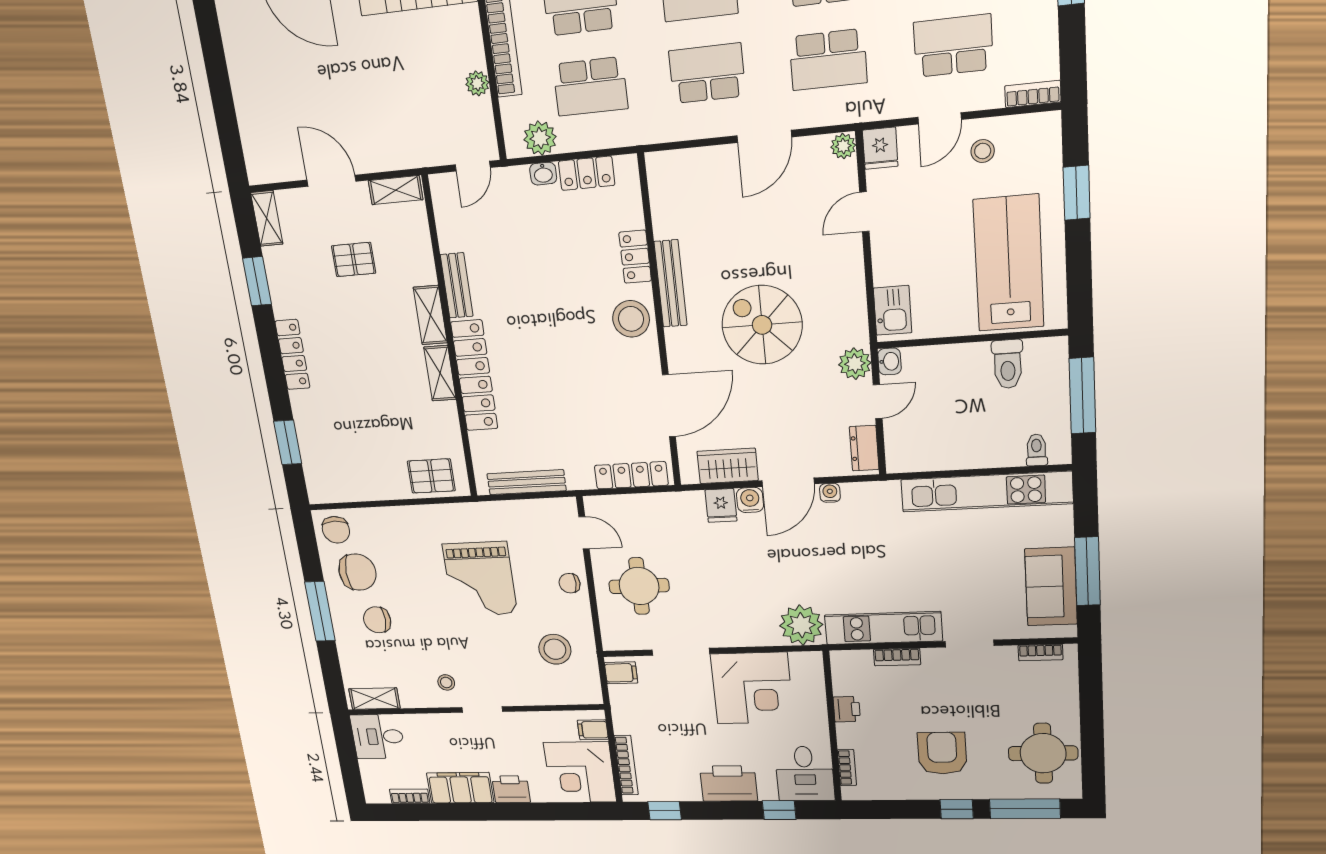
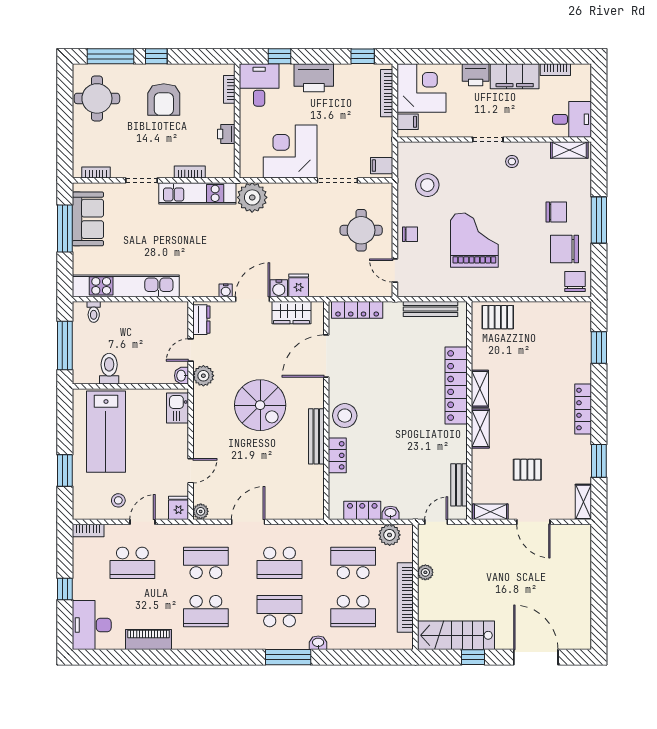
bench: (457, 285) -> (459, 485), moved

